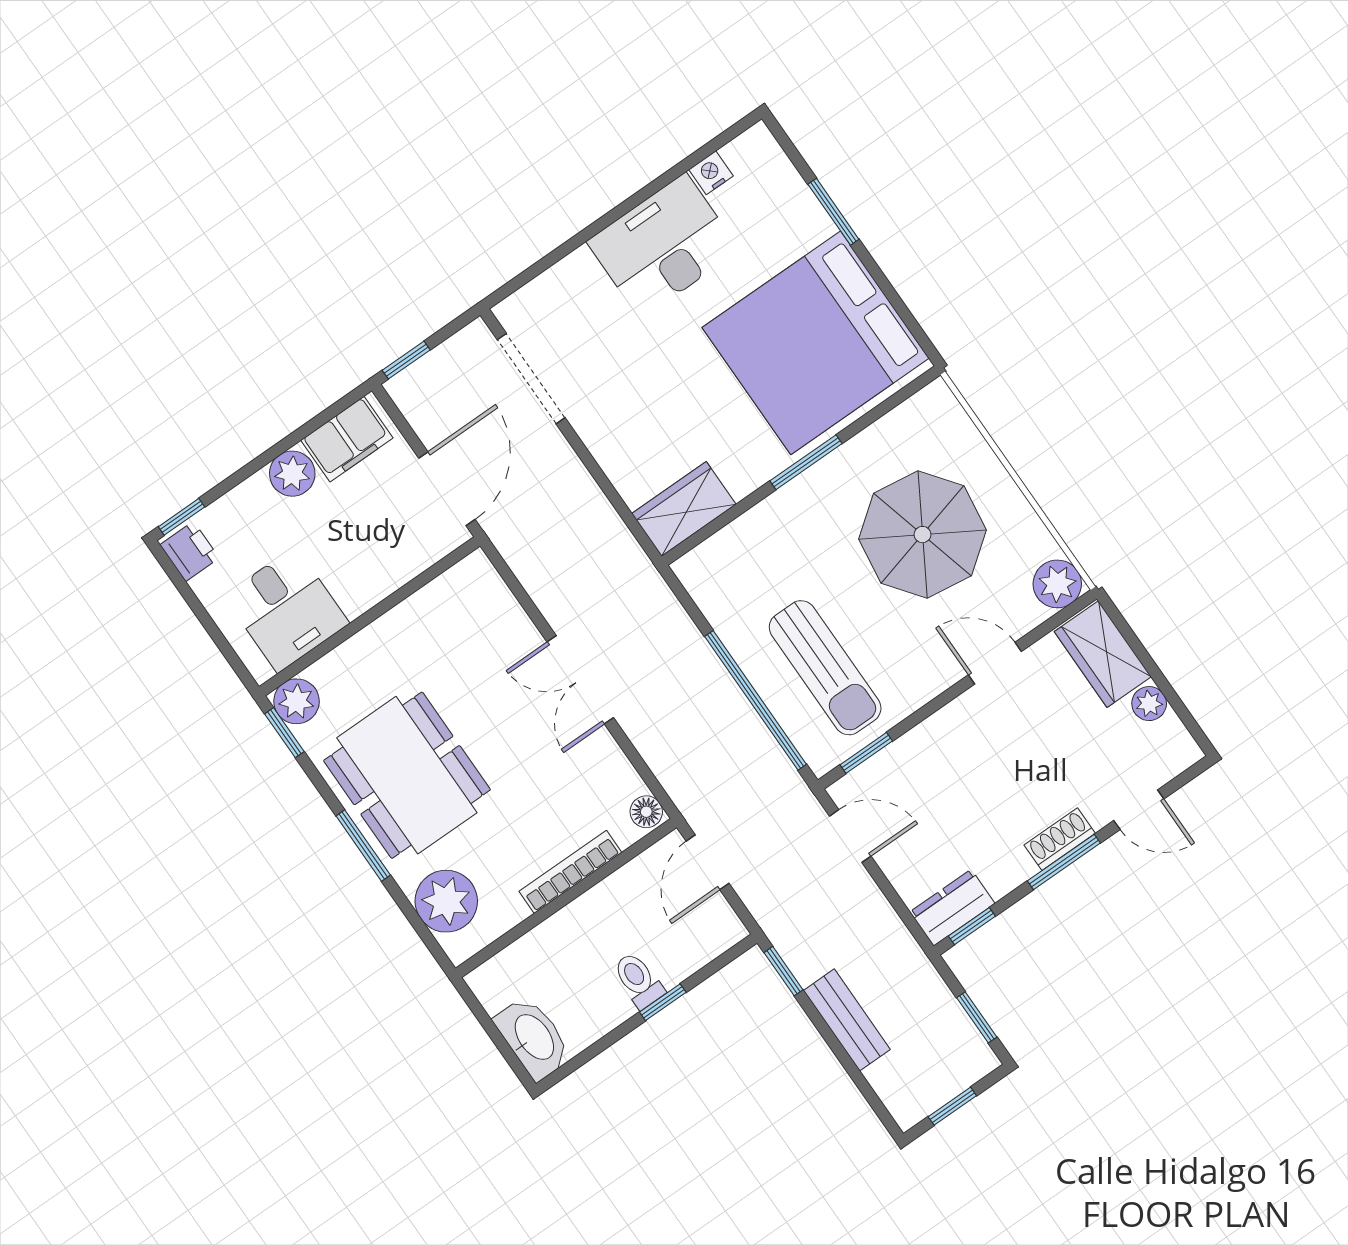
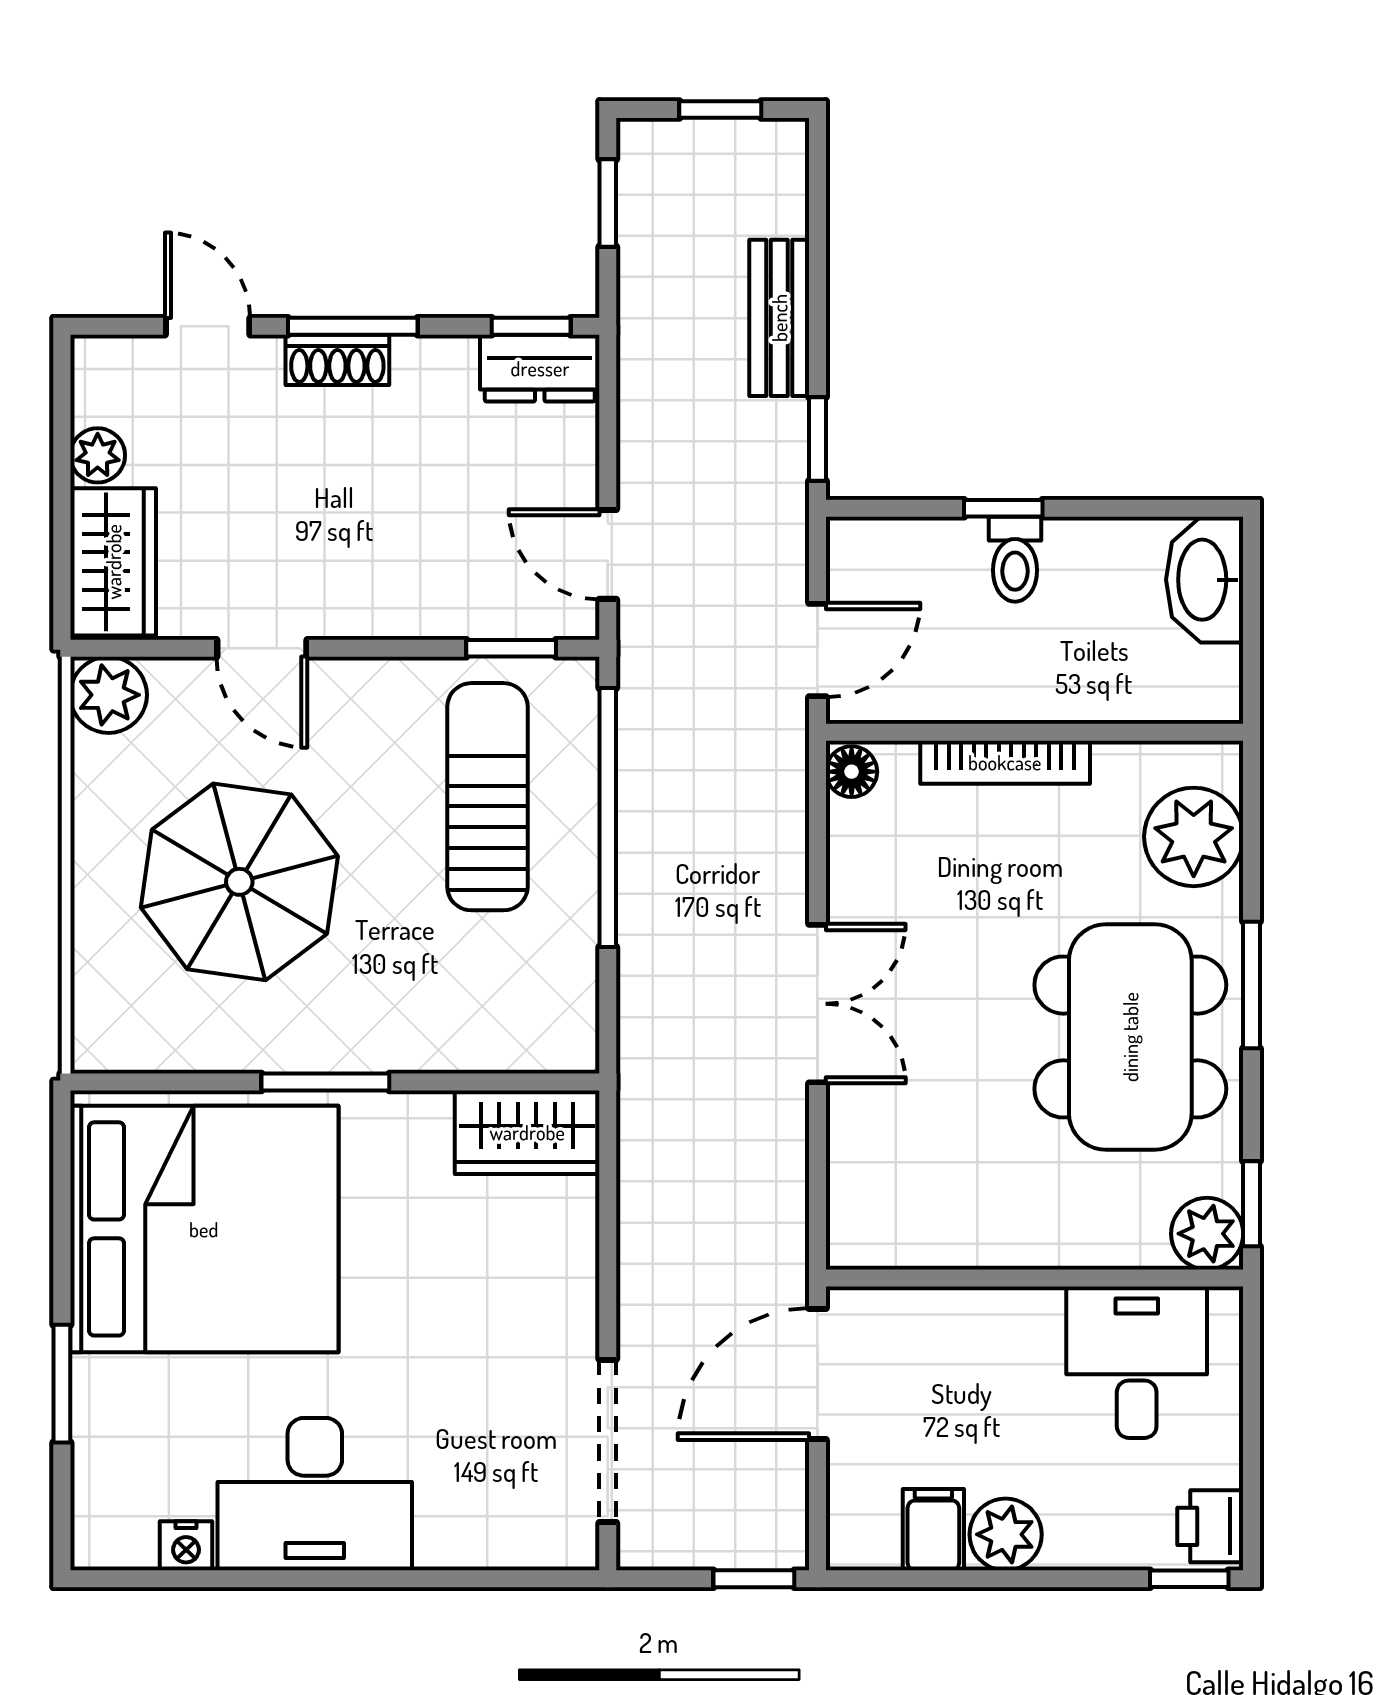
filing cabinet: (347, 439) -> (933, 1530), width x0.50

